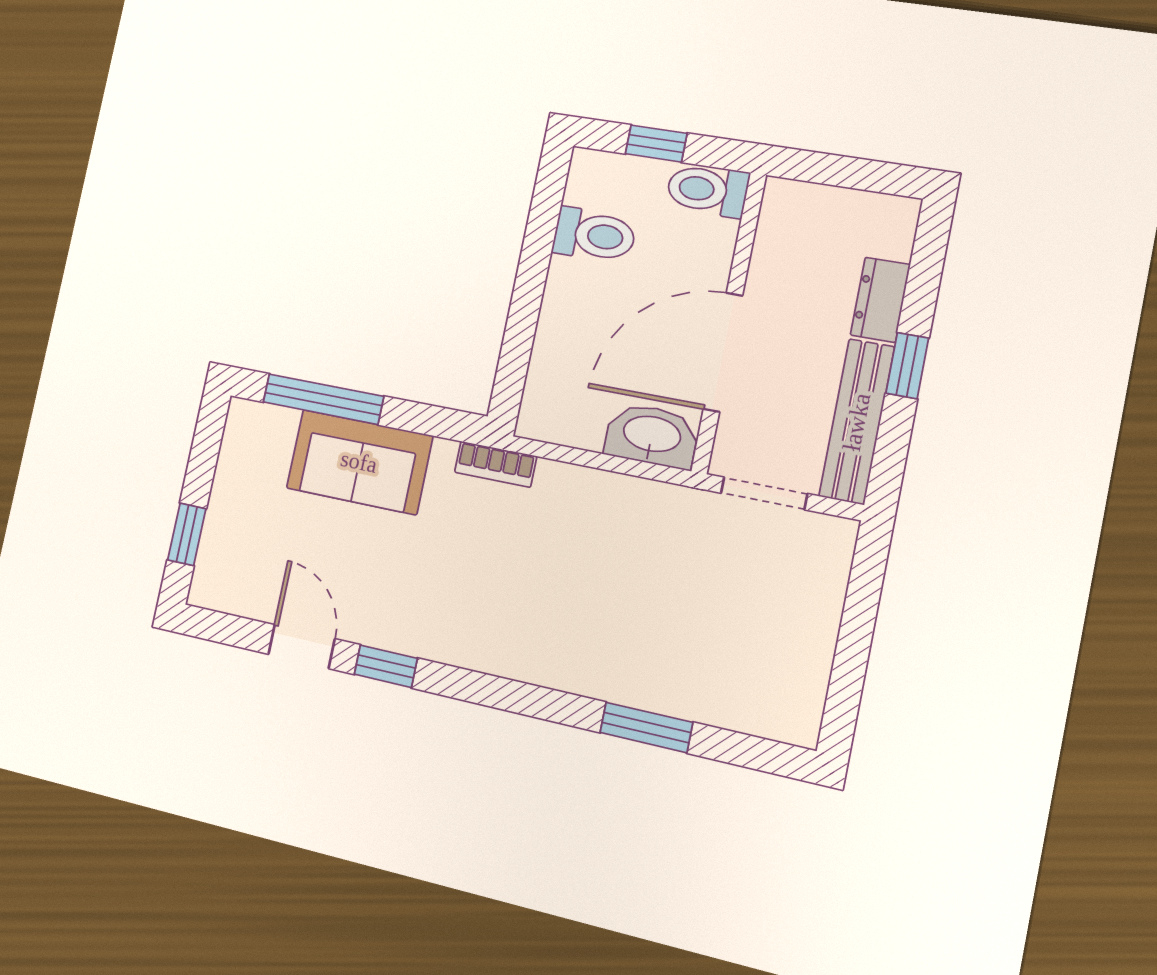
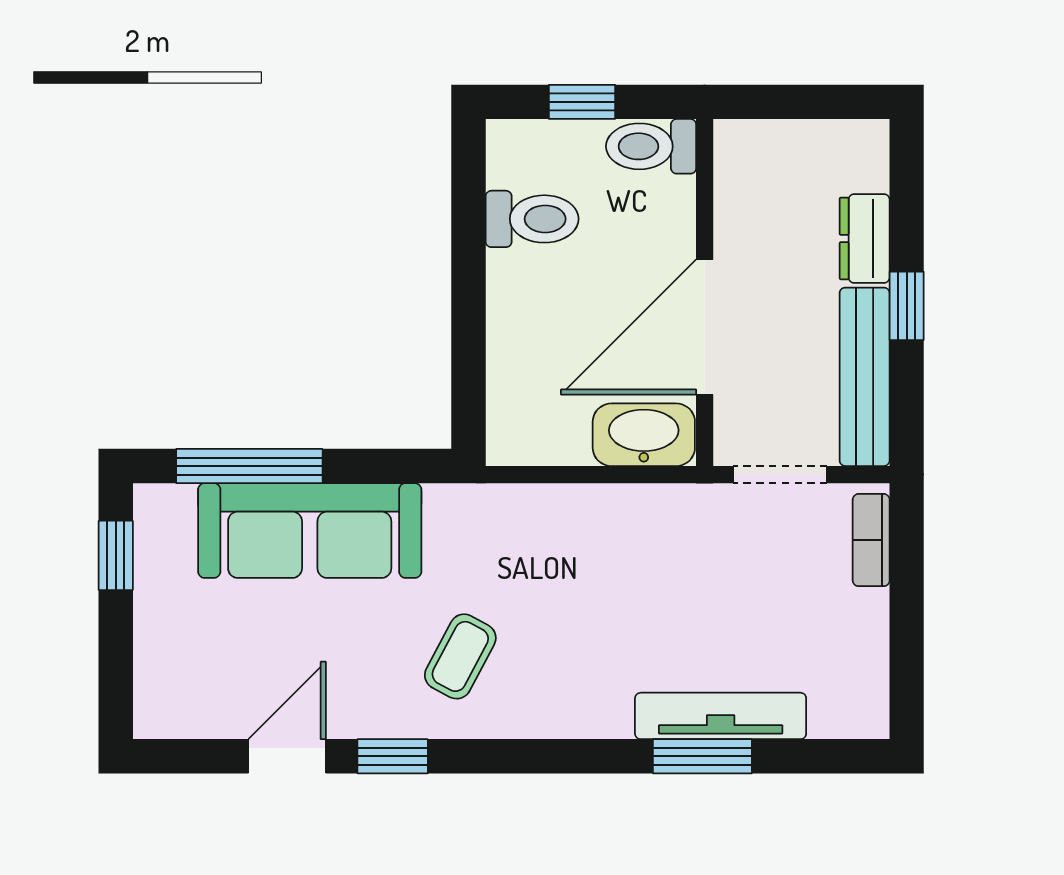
sofa: (359, 462) -> (310, 531), width x1.36
bookcase: (496, 464) -> (871, 540), moved, turned 90
window: (187, 534) -> (116, 555), moved
coffee table: (459, 594) -> (460, 656), added
door: (301, 647) -> (287, 756), hinge flipped
tv unit: (669, 695) -> (721, 716), added

